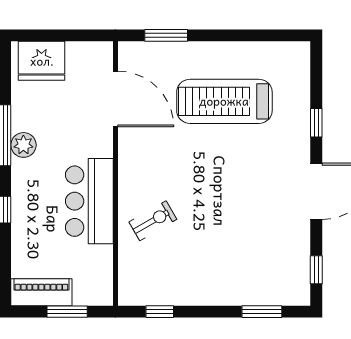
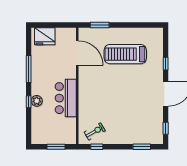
plant: (23, 145) -> (37, 101), moved
exercise bike: (153, 221) -> (95, 131), moved
piano: (41, 292) -> (45, 138), removed

